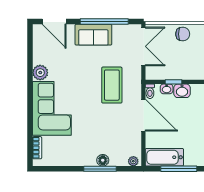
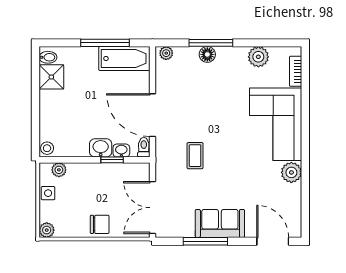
window: (104, 21) -> (205, 241), width x0.68
chair: (183, 34) -> (100, 224), turned 180
coffee table: (112, 85) -> (195, 156), width x0.54, depth x0.58
plant: (65, 159) -> (258, 57), added

